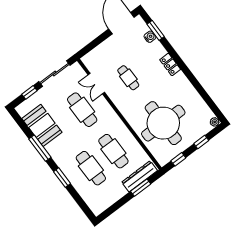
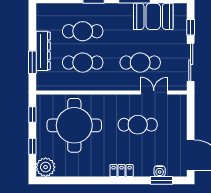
cafe table: (128, 78) -> (138, 125), width x1.37, depth x1.35
plant: (215, 122) -> (46, 167), width x1.88, depth x1.88
dresser: (139, 176) -> (43, 51), moved

